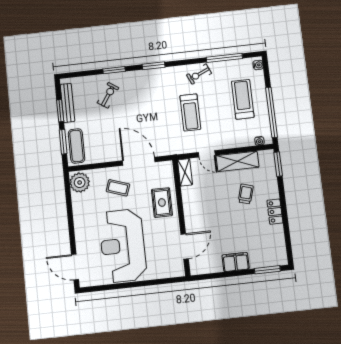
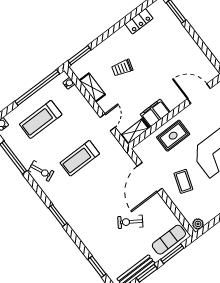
window: (114, 70) -> (97, 267), moved
exercise bike: (108, 95) -> (130, 222), moved
treadmill: (190, 112) -> (80, 158), turned 180
shelving: (237, 161) -> (92, 88), width x0.67, depth x0.75
plant: (80, 182) -> (198, 224), width x0.53, depth x0.53
locker: (275, 212) -> (139, 21), moved
filing cabinet: (236, 262) -> (155, 113), moved, turned 90

